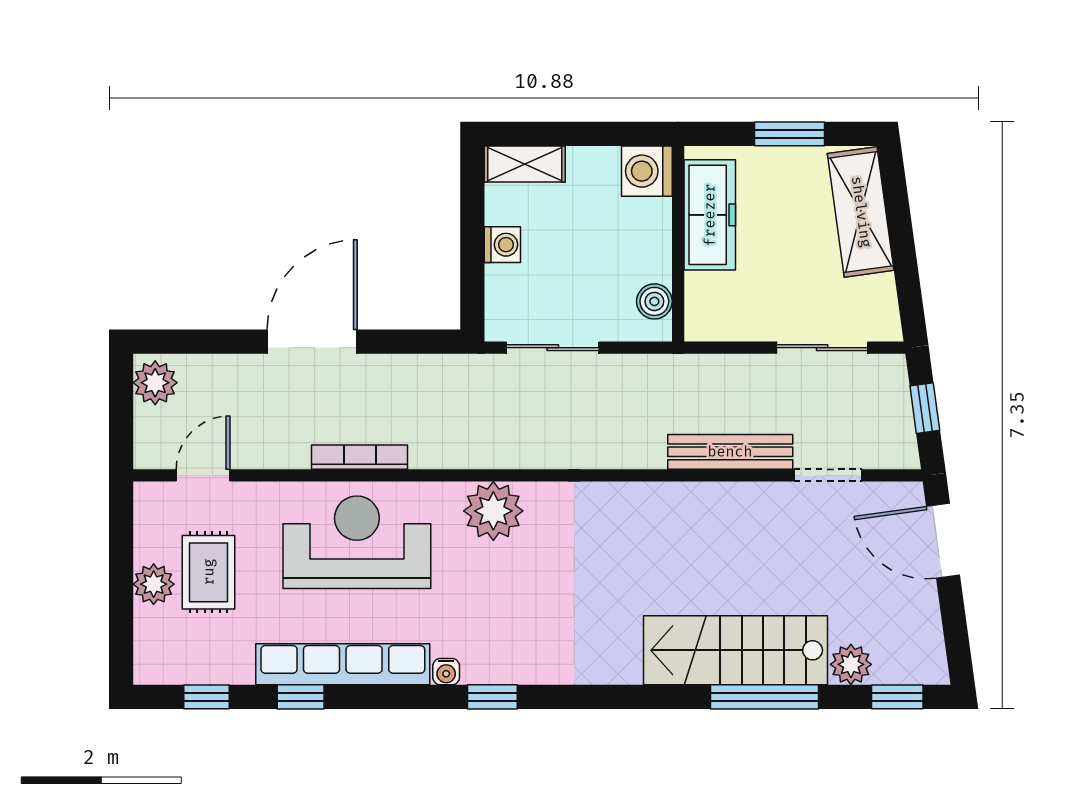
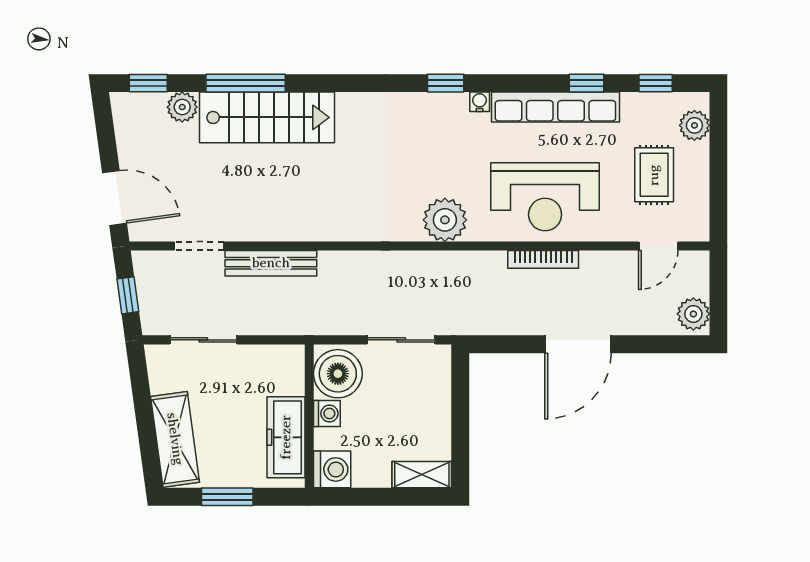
washing machine: (502, 245) -> (327, 414), moved, turned 180
boiler: (654, 301) -> (338, 374), width x1.86, depth x1.86
plant: (154, 584) -> (694, 125), moved

